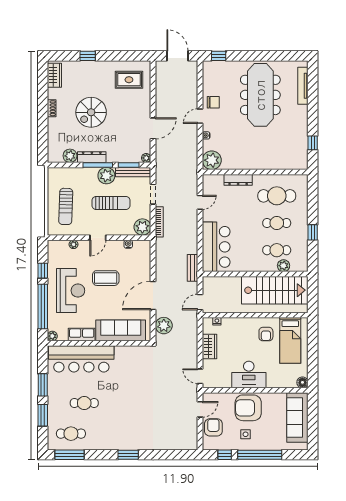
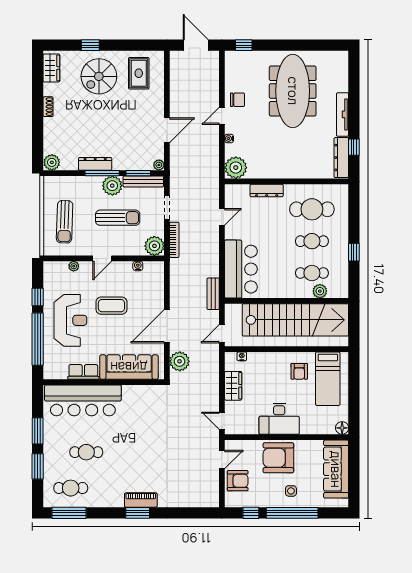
rug: (129, 80) -> (139, 73), turned 90
tv unit: (303, 86) -> (343, 114), moved
spiral stairs: (91, 112) -> (99, 76), moved
dresser: (302, 152) -> (341, 158), added
plant: (70, 156) -> (52, 162), moved
stairs: (275, 290) -> (295, 320), width x1.36
plant: (52, 336) -> (49, 374), removed
armchair: (213, 427) -> (238, 481), turned 90
side table: (246, 434) -> (291, 491), moved
piano: (131, 444) -> (141, 500), added

